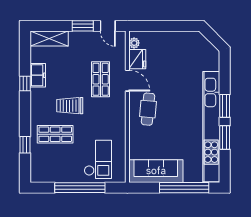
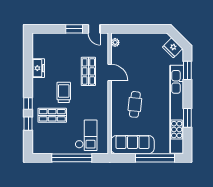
shelving: (49, 39) -> (47, 39), removed
fridge: (137, 59) -> (173, 48), moved, turned 135
window: (25, 83) -> (28, 104), moved
trolley: (70, 106) -> (64, 92), turned 90
window: (225, 106) -> (187, 70), moved
cafe table: (148, 109) -> (135, 104), moved

